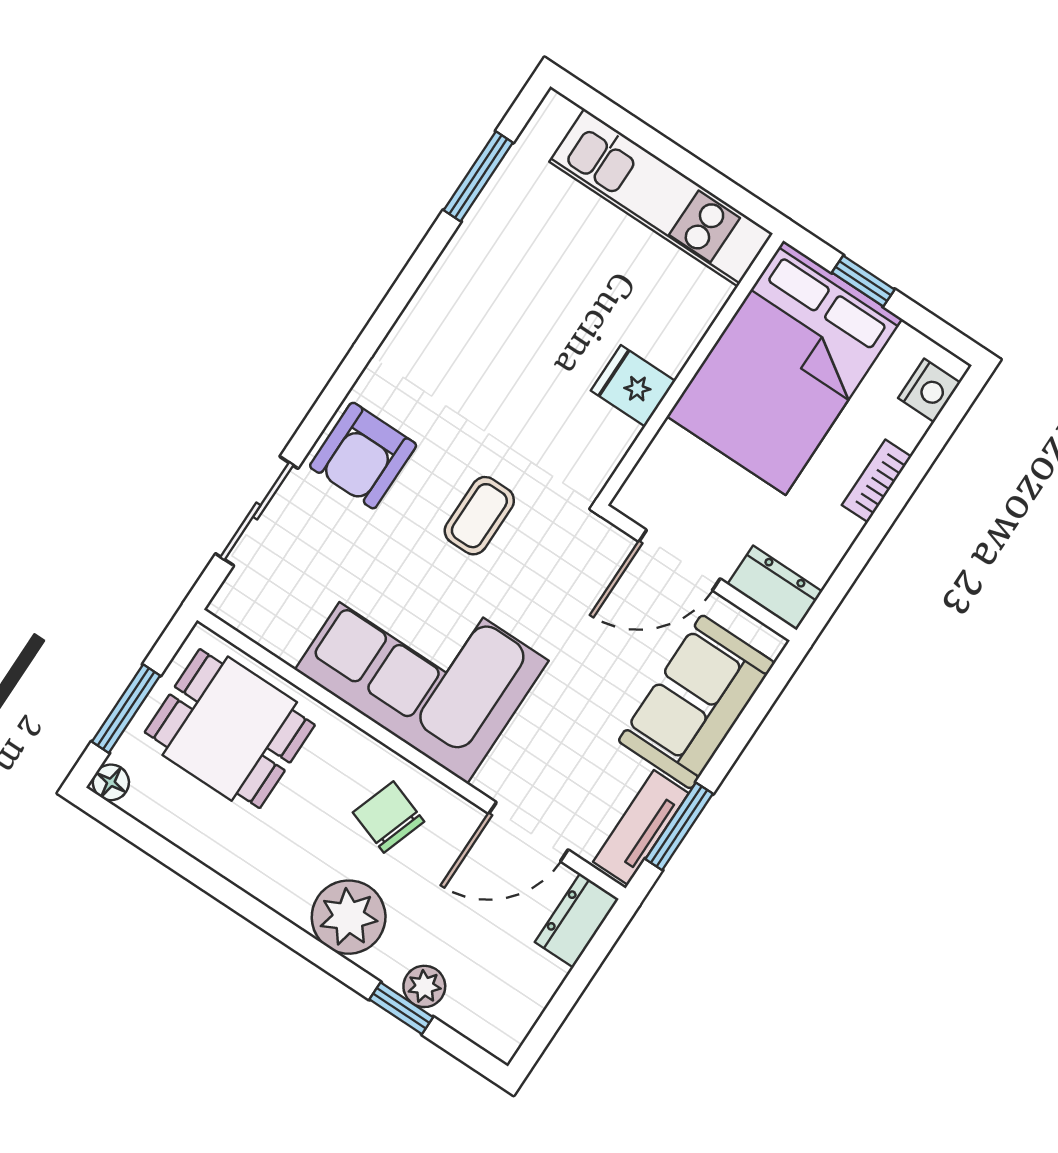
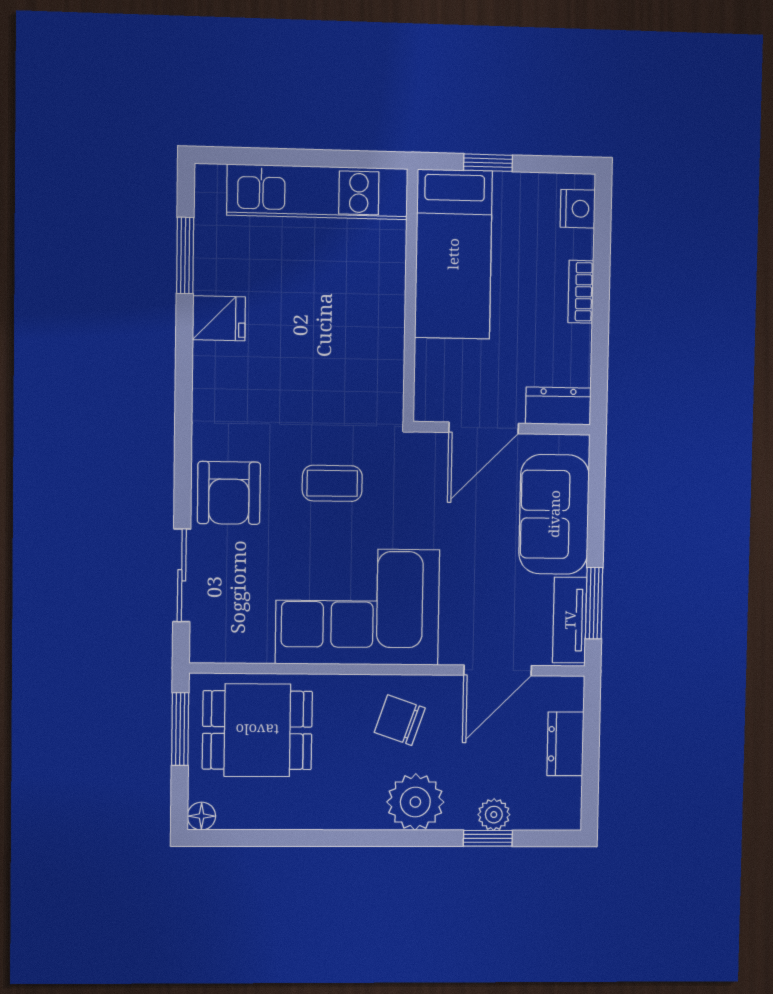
bed: (784, 368) -> (453, 254), width x0.67
fridge: (633, 386) -> (219, 318), moved, turned 180
coffee table: (479, 516) -> (332, 483), turned 90
window: (126, 709) -> (180, 729), moved
dresser: (577, 920) -> (565, 744), moved

